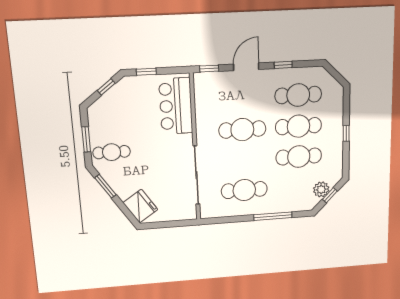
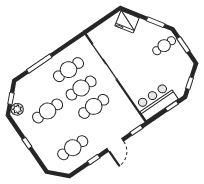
bar counter: (176, 106) -> (156, 101), moved, turned -90
cafe table: (298, 126) -> (81, 88), moved
plant: (321, 189) -> (17, 109), moved

